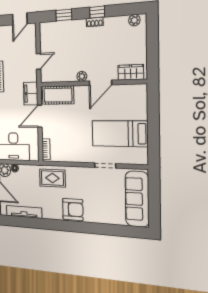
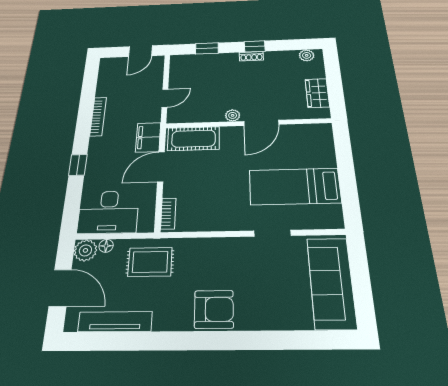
wardrobe: (131, 72) -> (317, 93), moved, turned -90
rug: (52, 178) -> (150, 262), moved

